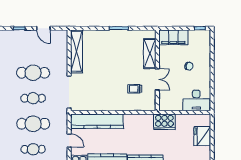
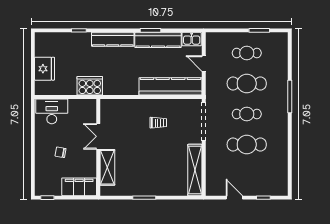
trolley: (135, 89) -> (158, 123), moved

